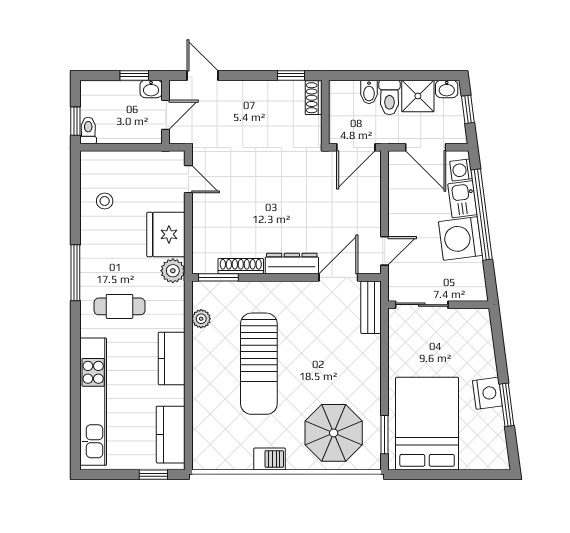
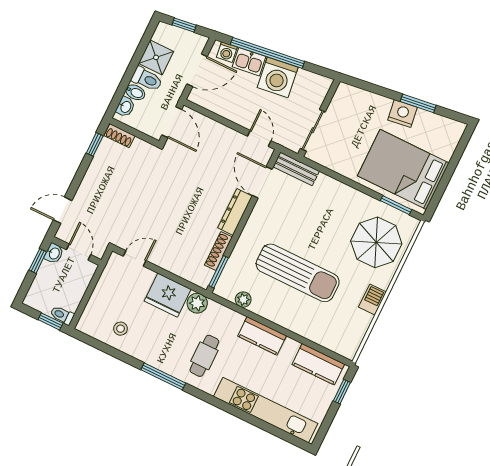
washbasin: (447, 89) -> (125, 107), moved

